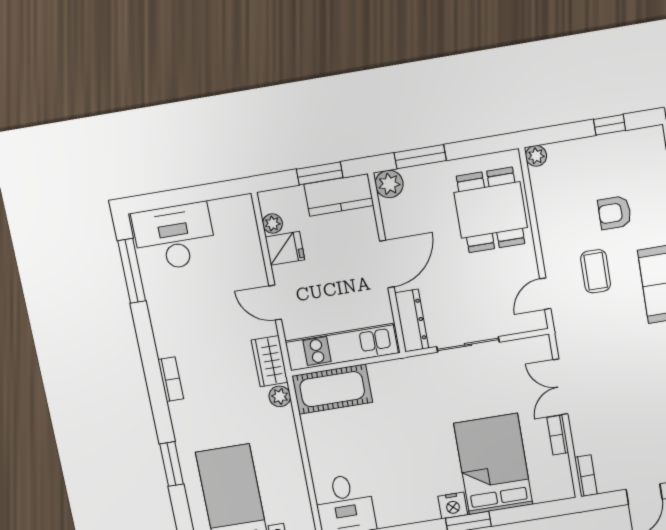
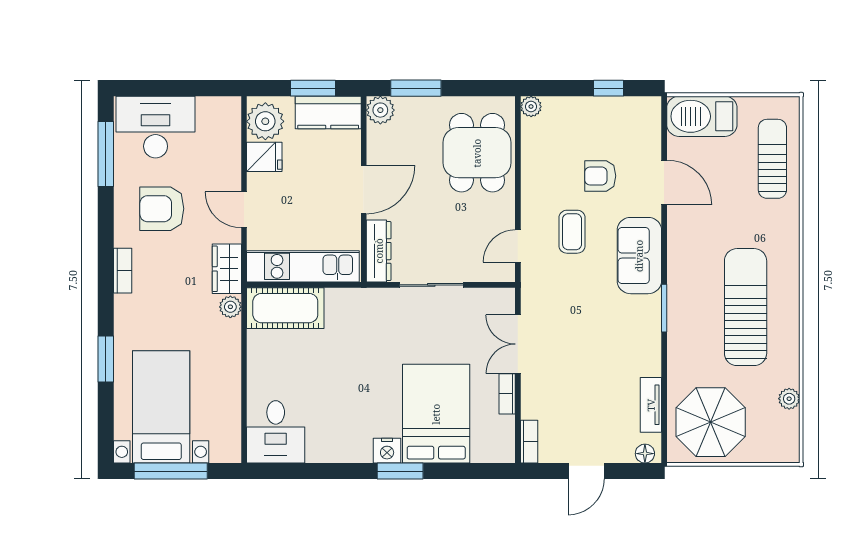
plant: (273, 224) -> (265, 121), width x1.88, depth x1.88
armchair: (196, 314) -> (162, 209), added

